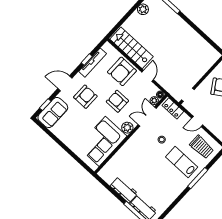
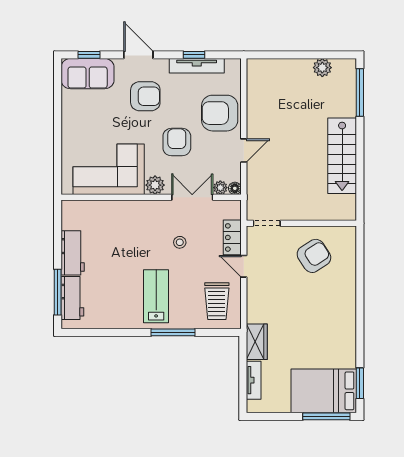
stairs: (132, 48) -> (342, 156), moved, turned 180
locker: (173, 108) -> (232, 237), moved
lab bench: (182, 162) -> (156, 296), moved

